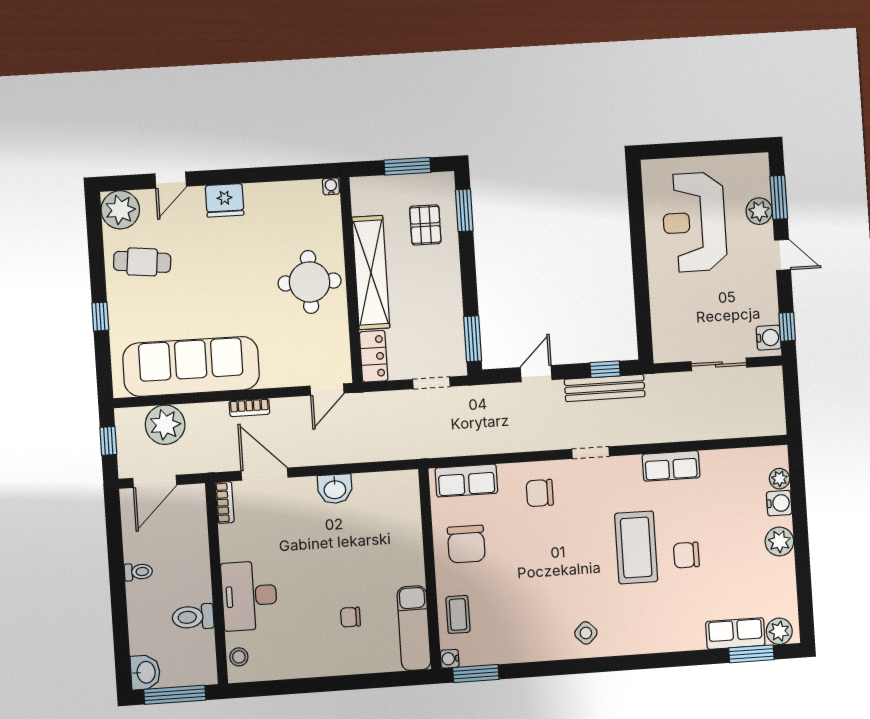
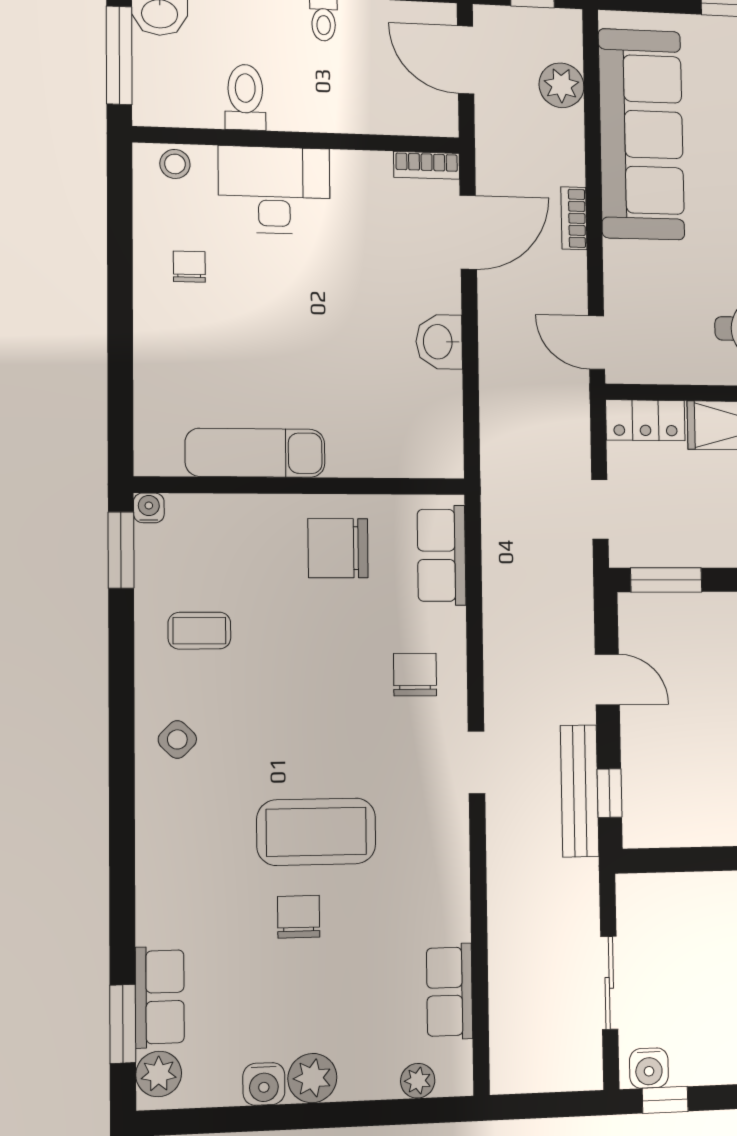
plant: (165, 425) -> (561, 85), width x0.73, depth x0.73
row of seats: (671, 466) -> (450, 992), moved
water cooler: (779, 503) -> (264, 1084), moved
coffee table: (458, 614) -> (199, 631), moved
chair: (350, 617) -> (189, 267), moved
exam couch: (414, 628) -> (255, 453), moved

